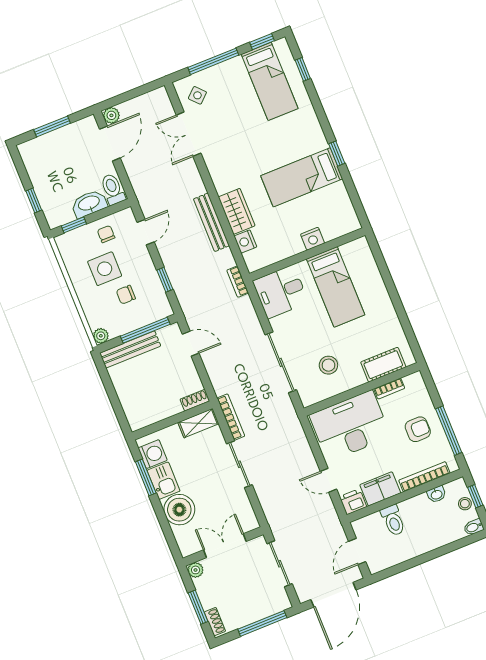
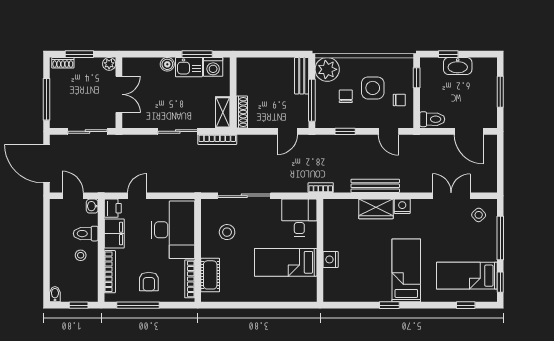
plant: (111, 115) -> (490, 142), removed
bed: (302, 177) -> (406, 270), moved
washbasin: (89, 204) -> (458, 66), moved, turned 90
nightstand: (245, 242) -> (402, 206), moved
plant: (101, 336) -> (327, 69), width x1.88, depth x1.88
bench: (130, 349) -> (302, 76), width x0.73
bookcase: (389, 389) -> (190, 279), width x1.56
shoe rack: (195, 400) -> (242, 112), width x1.43
washbasin: (436, 494) -> (92, 206), moved
stool: (465, 504) -> (81, 255), moved
boiler: (179, 510) -> (167, 64), width x0.54, depth x0.54

